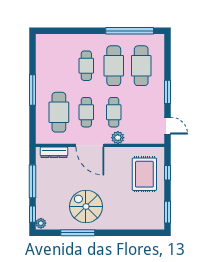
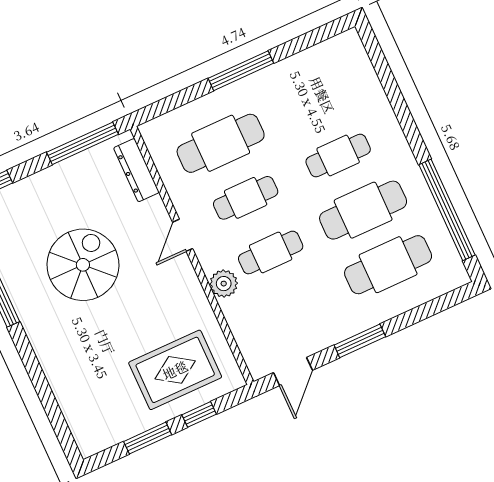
door: (90, 145) -> (183, 235), width x0.53
window: (33, 181) -> (83, 143), moved
spiral stairs: (86, 206) -> (83, 265), moved
window: (167, 212) -> (148, 438), moved

